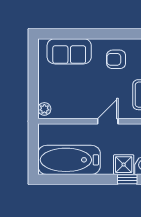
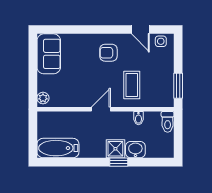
sofa: (69, 51) -> (49, 54), moved, turned -90
bathtub: (69, 160) -> (58, 148), width x0.73, depth x0.73

